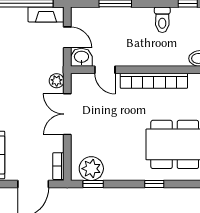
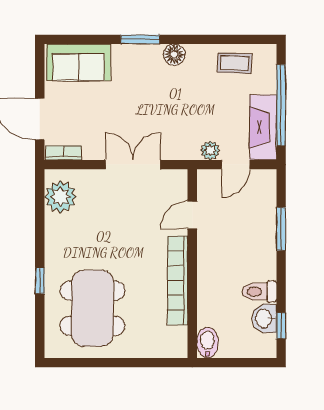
fireplace: (46, 14) -> (263, 127), width x1.37, depth x1.32
washbasin: (81, 57) -> (264, 318), moved, turned 180
plant: (57, 81) -> (210, 150), moved
window: (93, 184) -> (40, 199), removed

